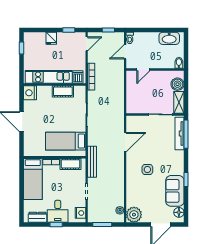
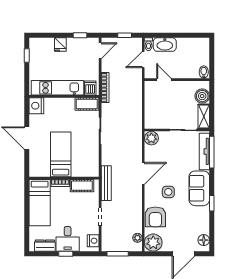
washbasin: (169, 38) -> (165, 45), moved
door: (143, 70) -> (164, 80), swing flipped
cot: (63, 91) -> (87, 104), moved
plant: (132, 122) -> (151, 138), added
bed: (66, 141) -> (61, 154), moved, turned 90
door: (125, 142) -> (143, 173), moved
sofa: (175, 191) -> (199, 188), moved
armchair: (136, 192) -> (155, 217), added

